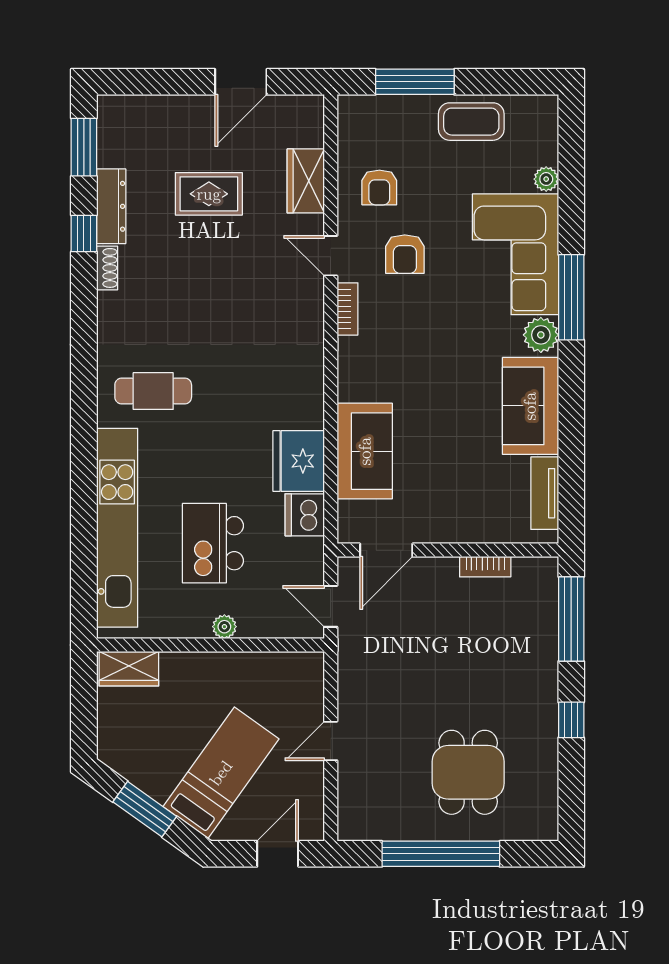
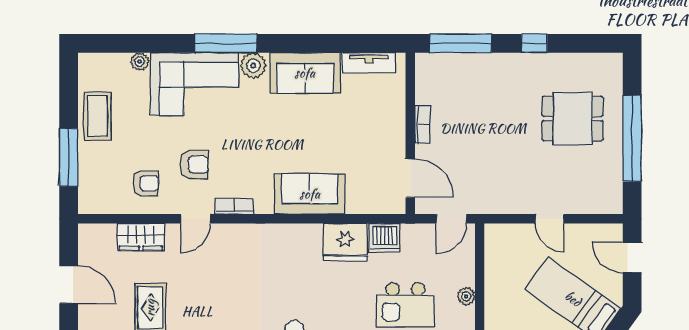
sofa: (365, 451) -> (310, 194), moved
bookcase: (485, 567) -> (422, 125), moved

